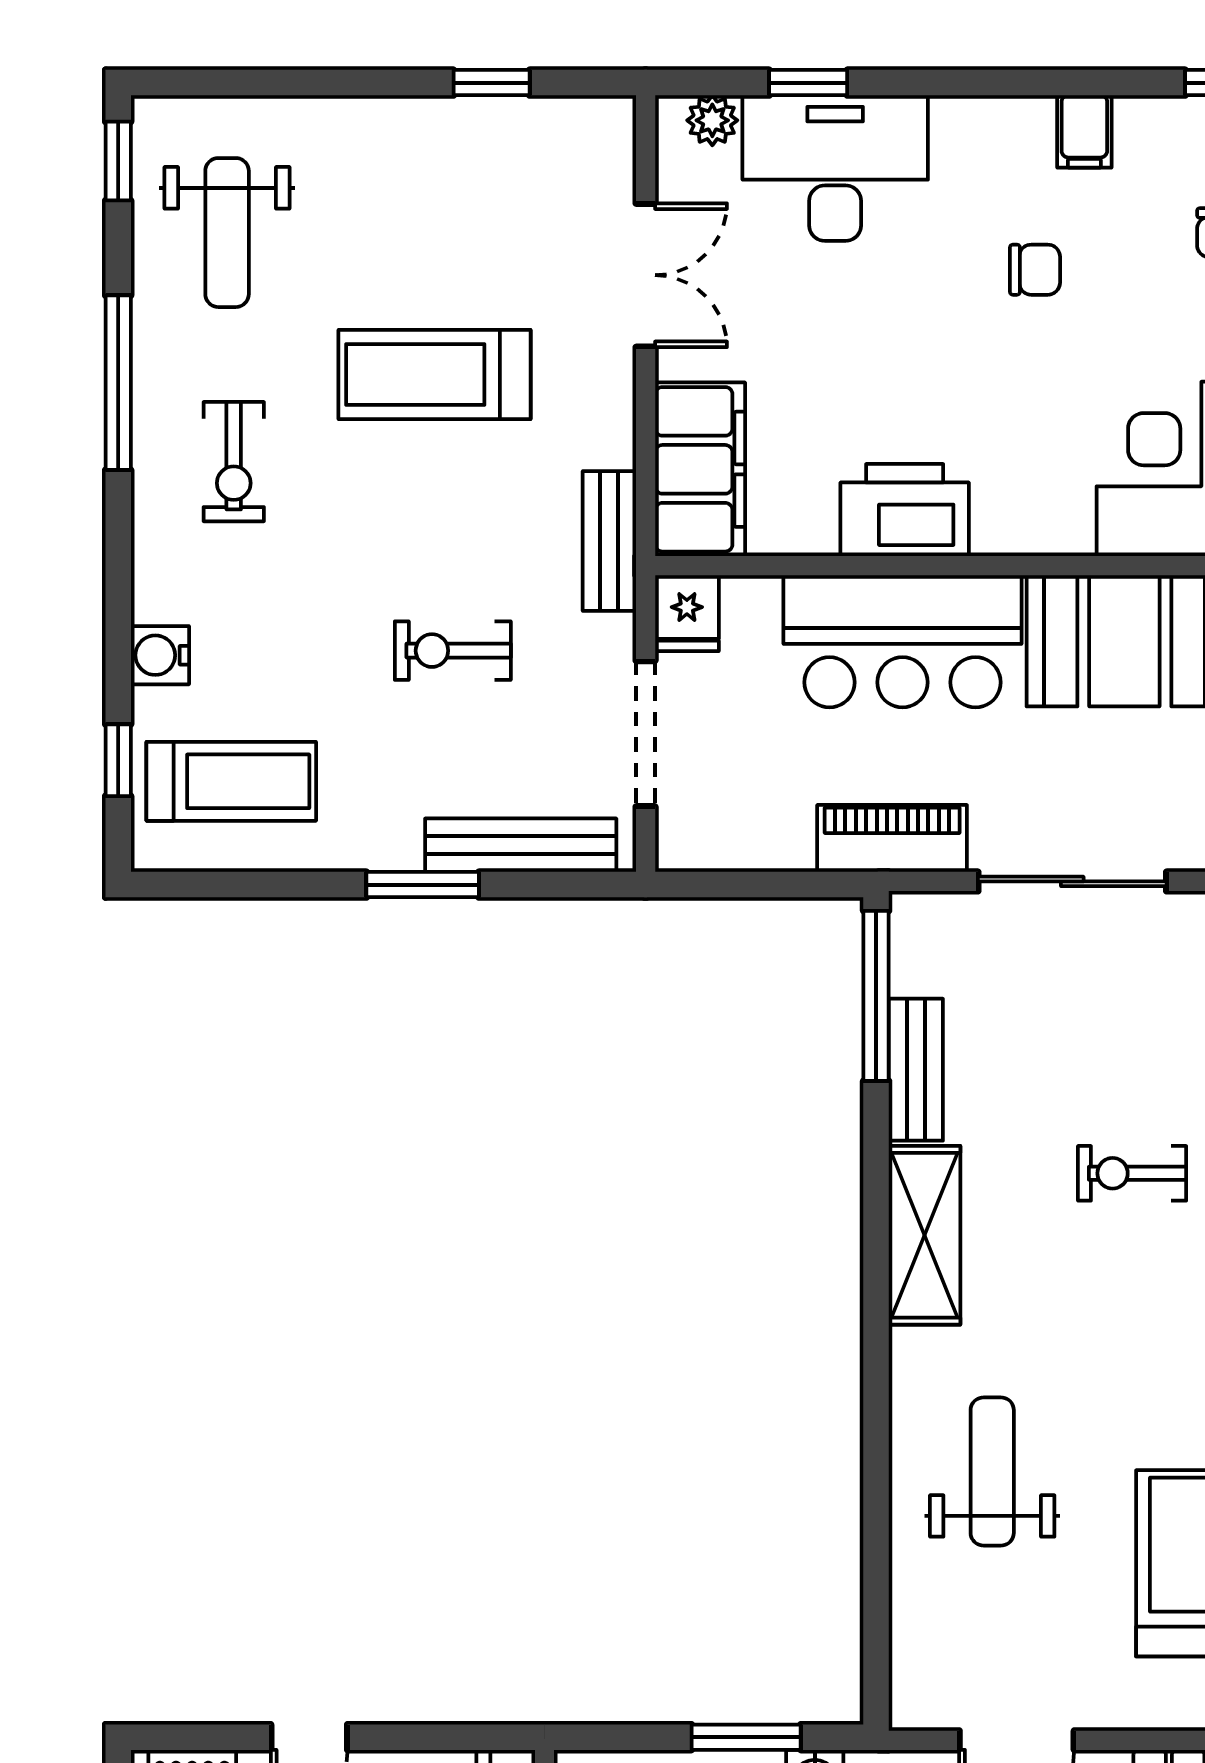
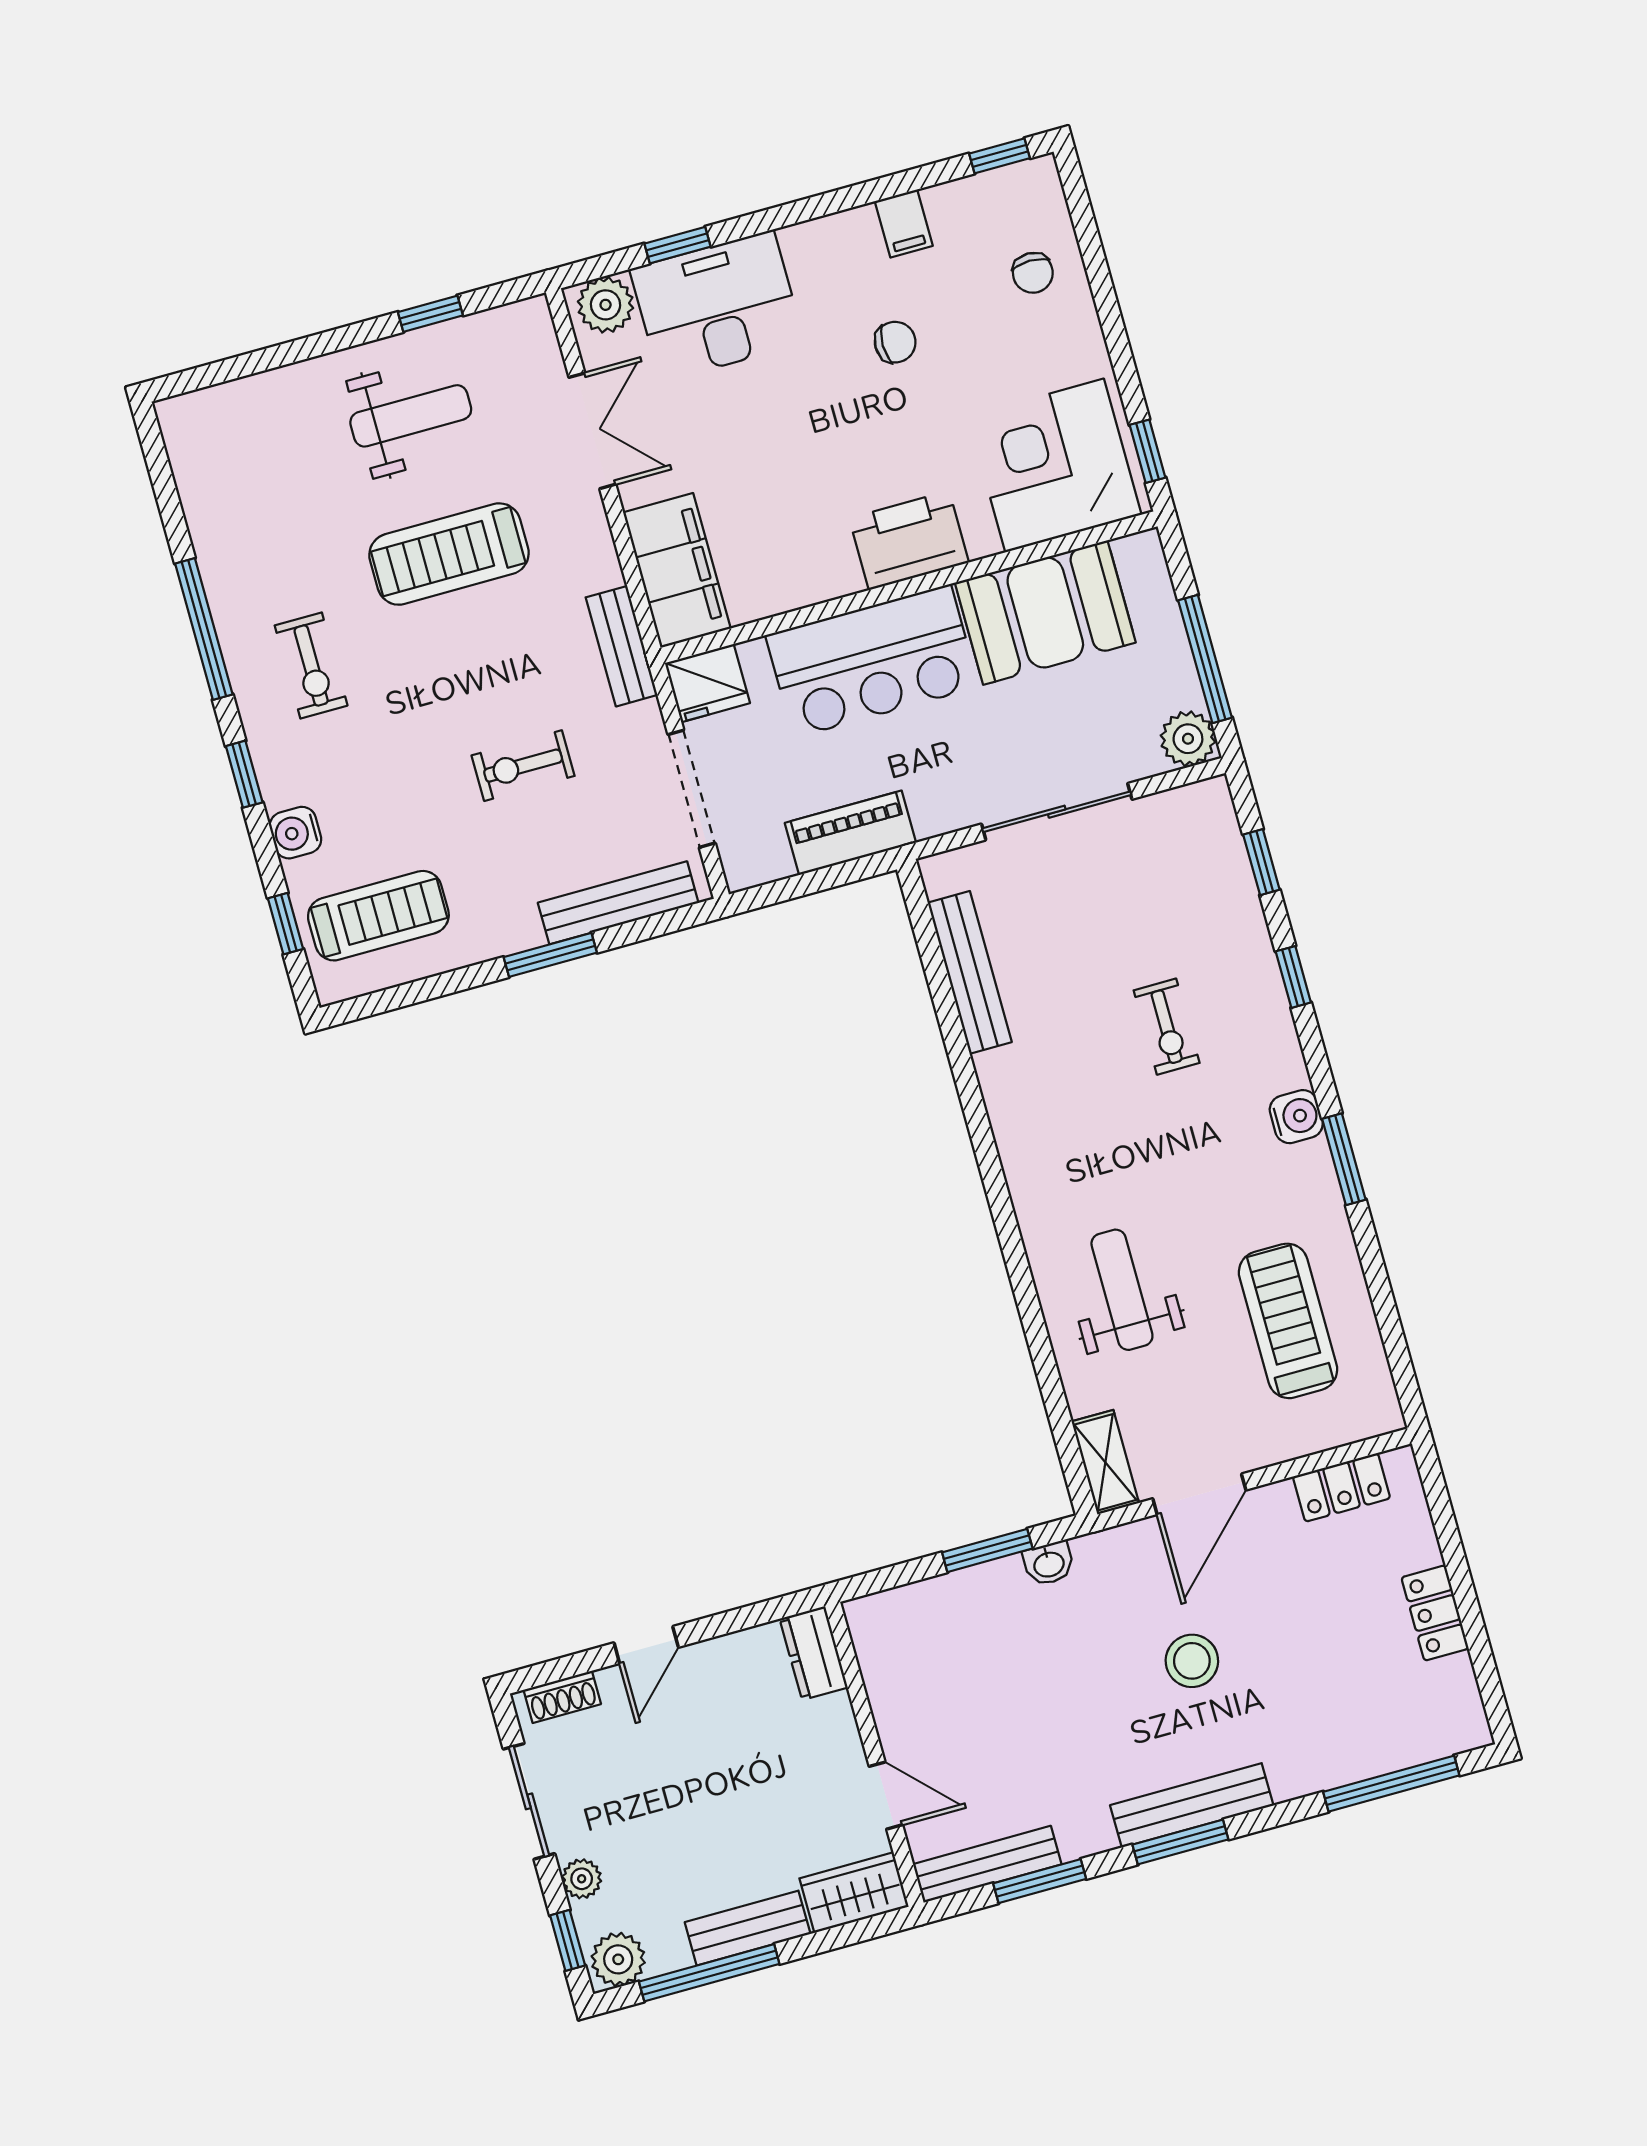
plant: (712, 120) -> (606, 305), width x1.38, depth x1.38
window: (118, 161) -> (244, 774), moved
weight bench: (227, 233) -> (411, 416), moved, turned -90
printer: (905, 510) -> (909, 540), moved
fridge: (687, 613) -> (707, 683), width x1.38
piano: (892, 838) -> (850, 833), moved
window: (876, 996) -> (928, 944), removed
bench: (916, 1070) -> (970, 972), width x1.36
exercise bike: (1132, 1173) -> (1167, 1027), turned -90
shelving: (924, 1235) -> (1105, 1462), moved, width x0.67, depth x0.75

